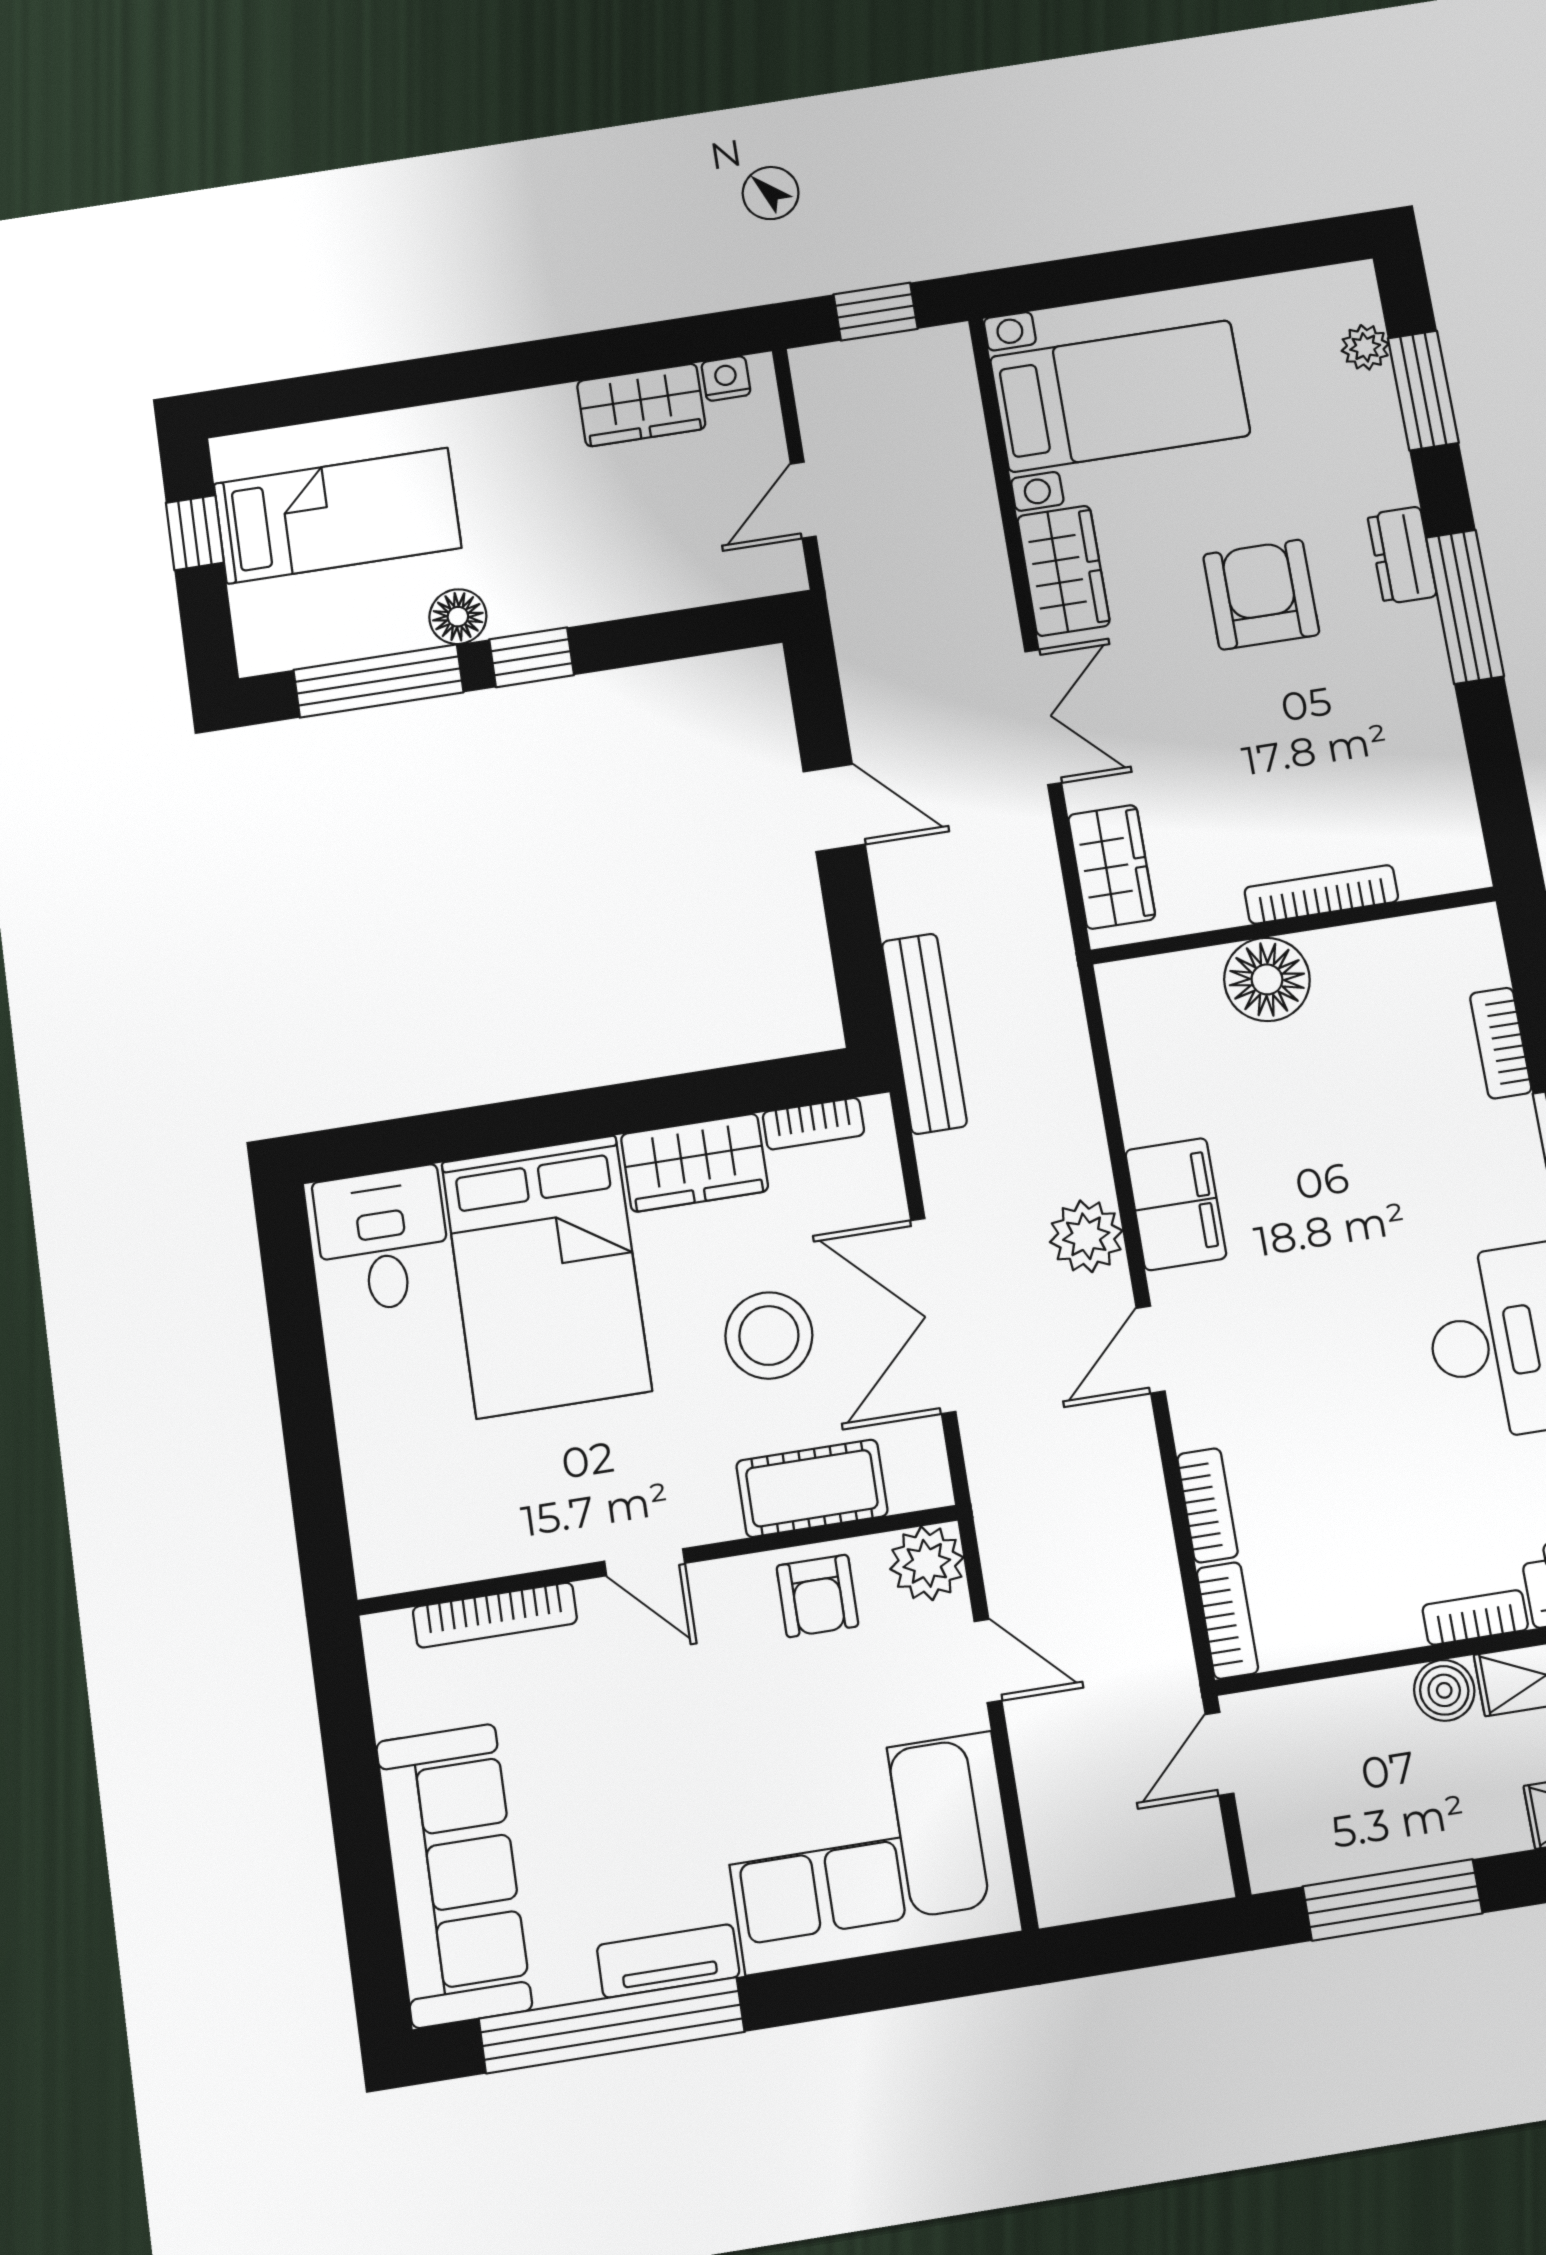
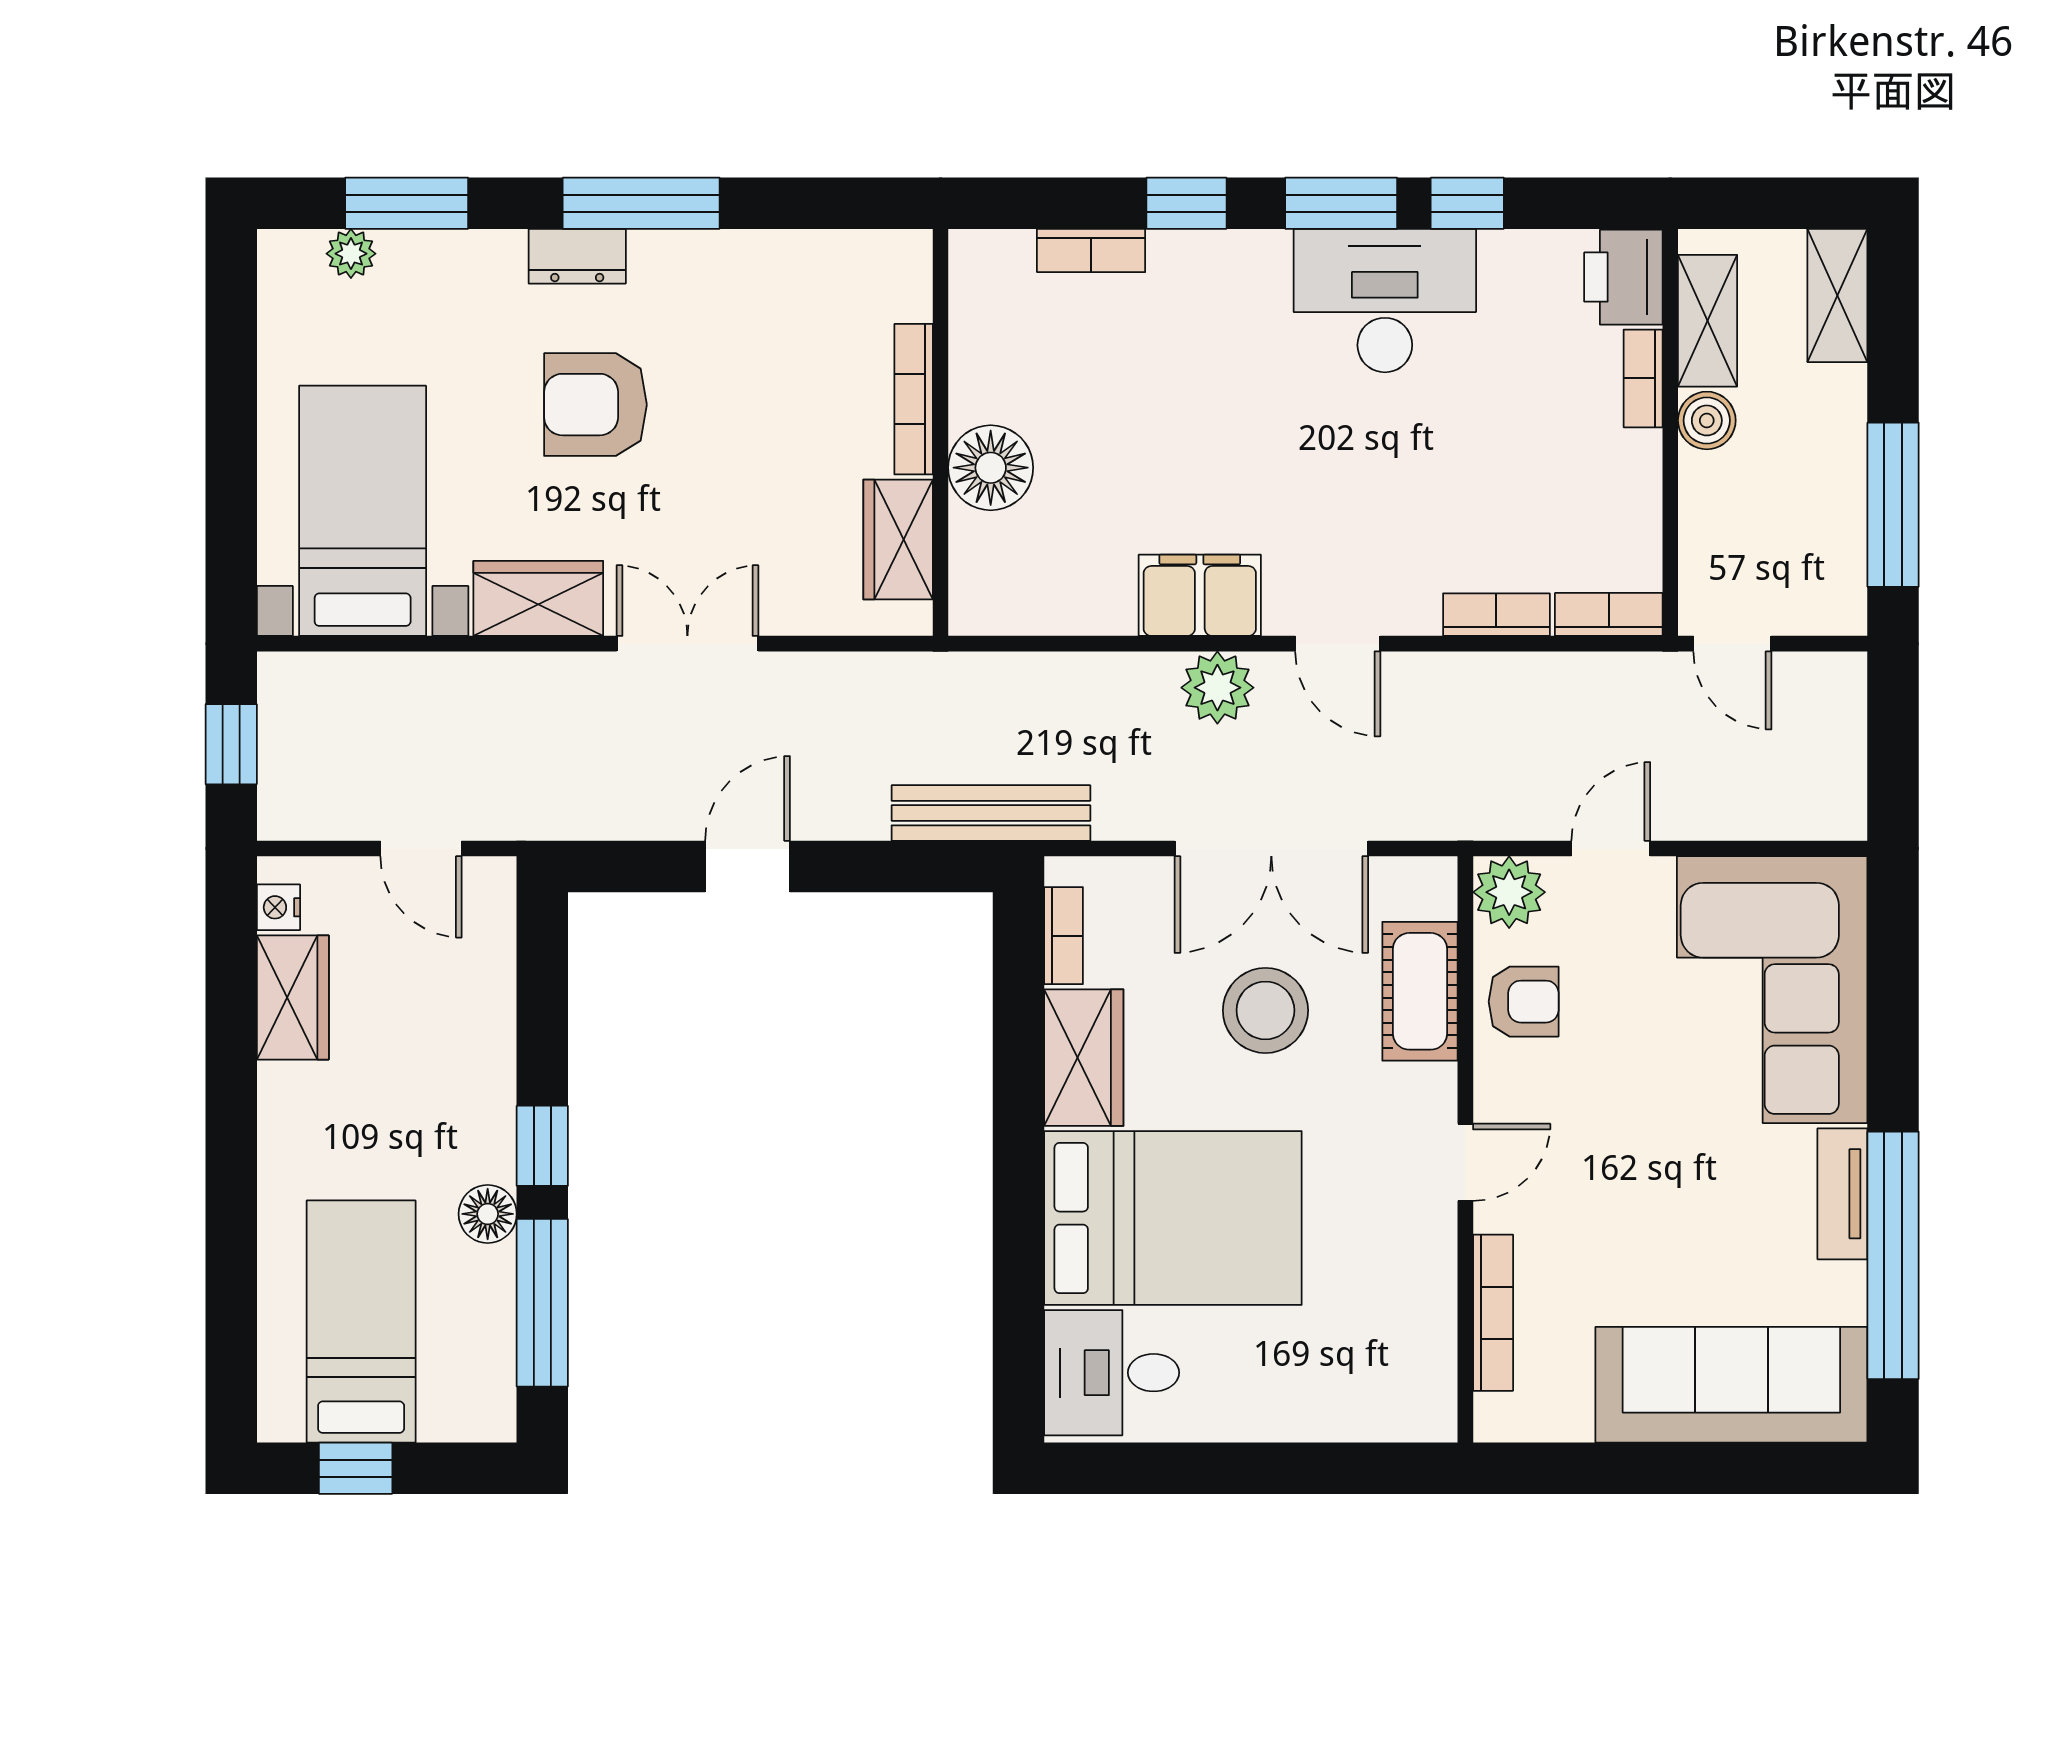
wardrobe: (1112, 867) -> (898, 540), moved, turned -90

